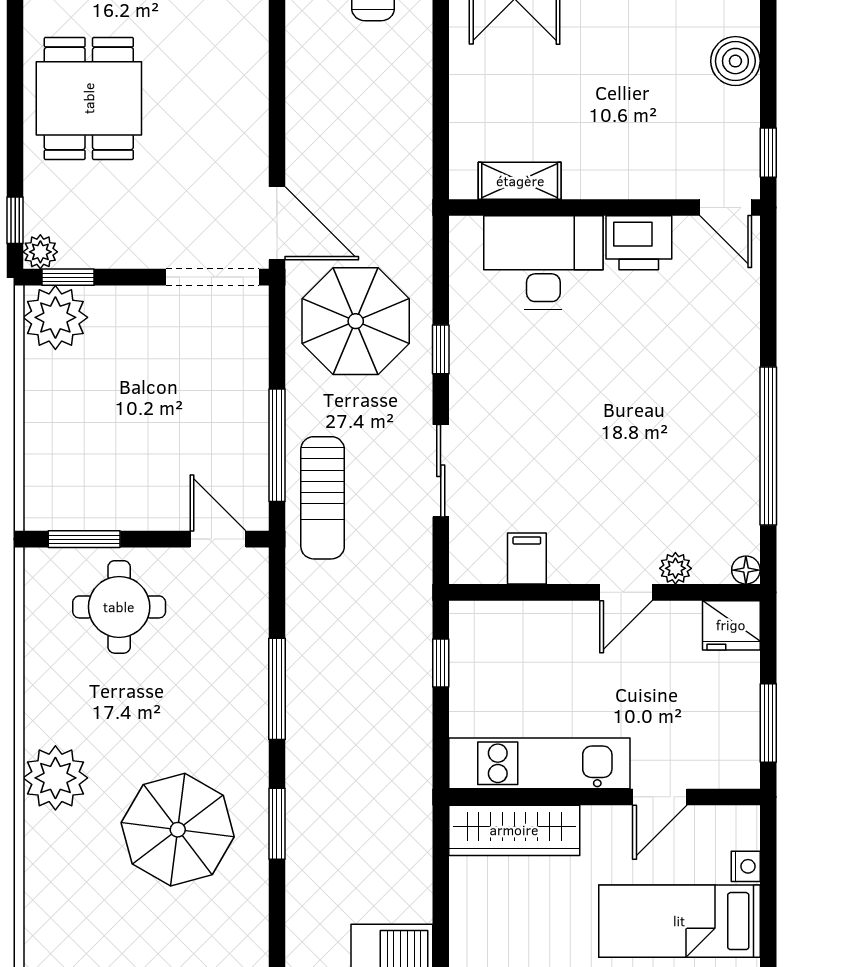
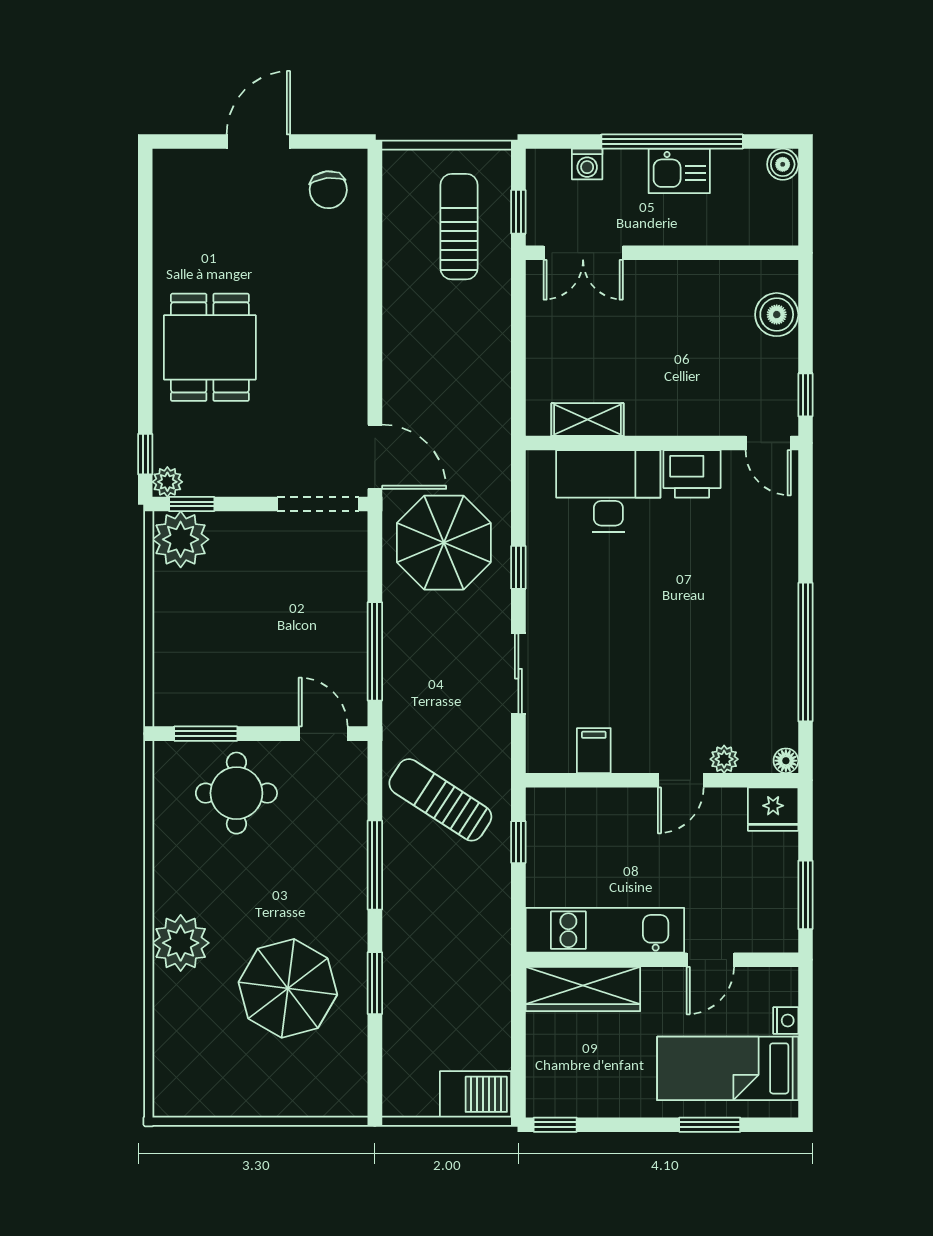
sun lounger: (323, 498) -> (440, 800), moved, turned 123

